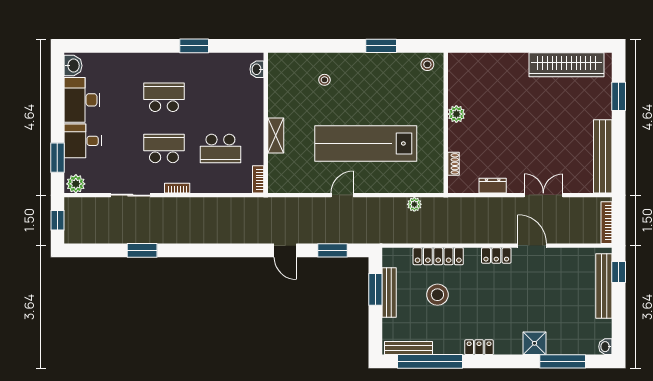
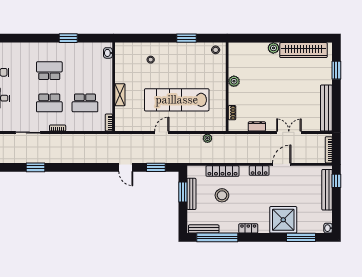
plant: (519, 61) -> (273, 48), added
school desk: (164, 148) -> (49, 103), turned 180
door: (532, 246) -> (282, 164), hinge flipped
shower: (534, 343) -> (283, 220), width x1.86, depth x1.86

